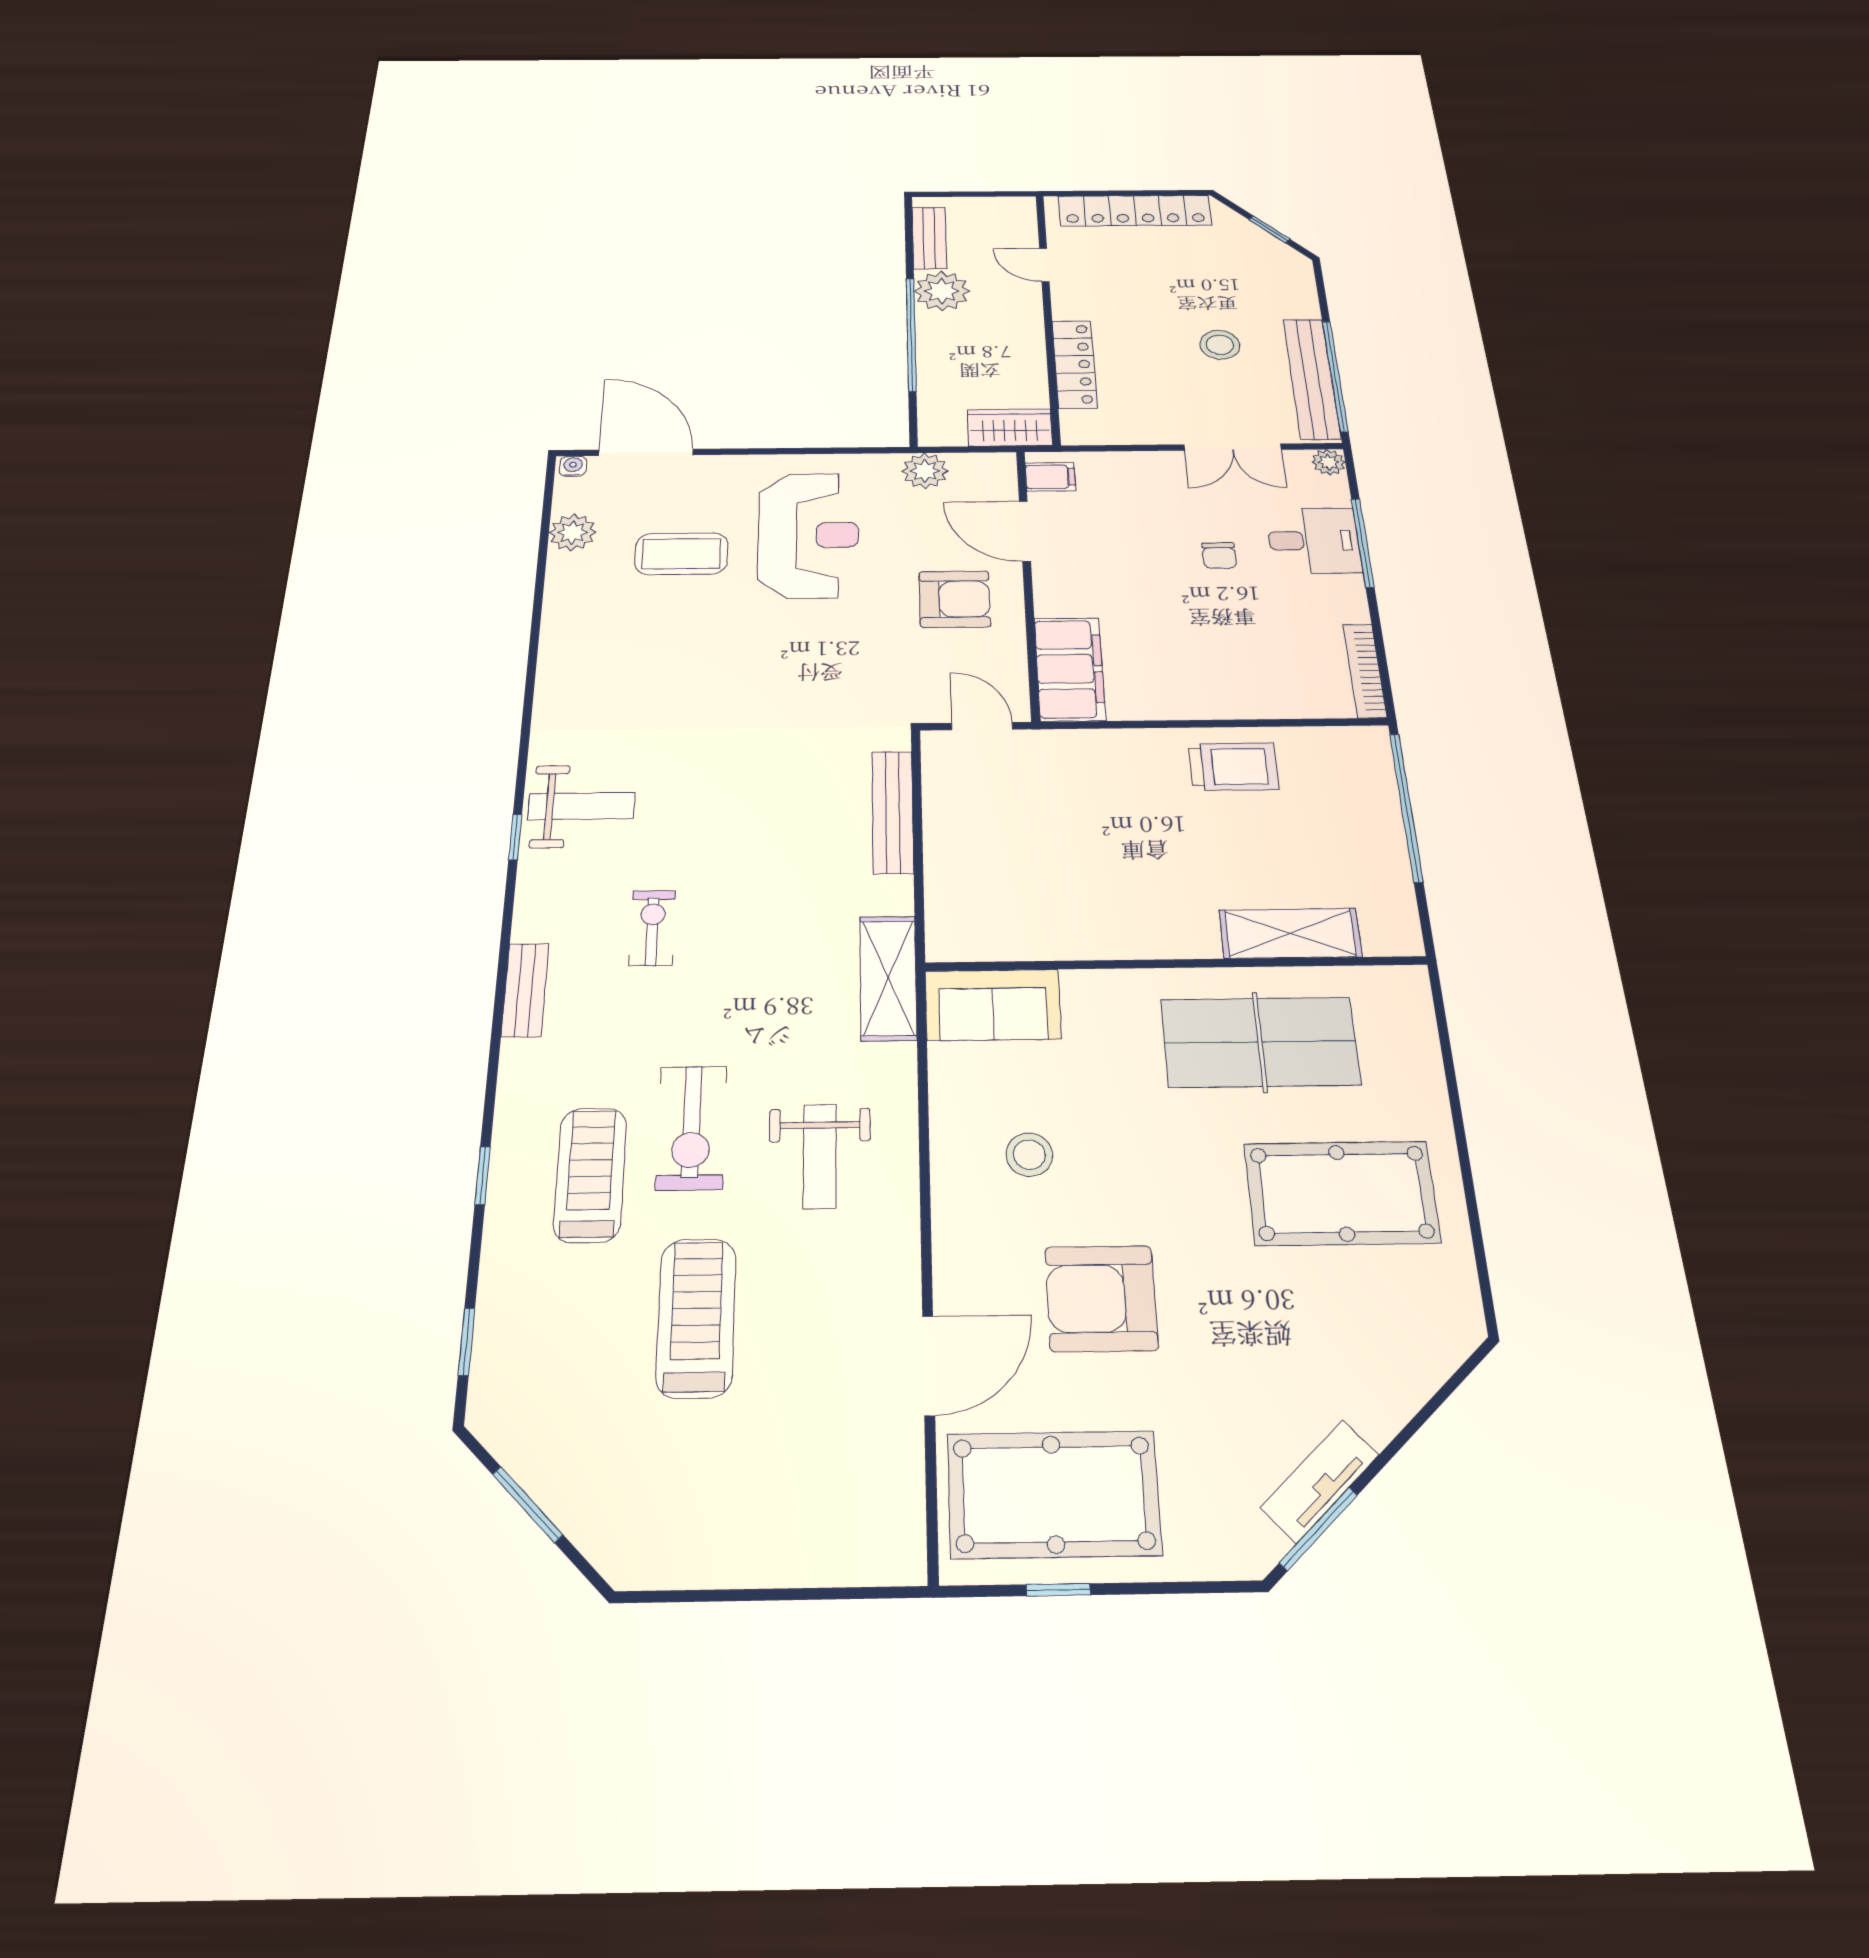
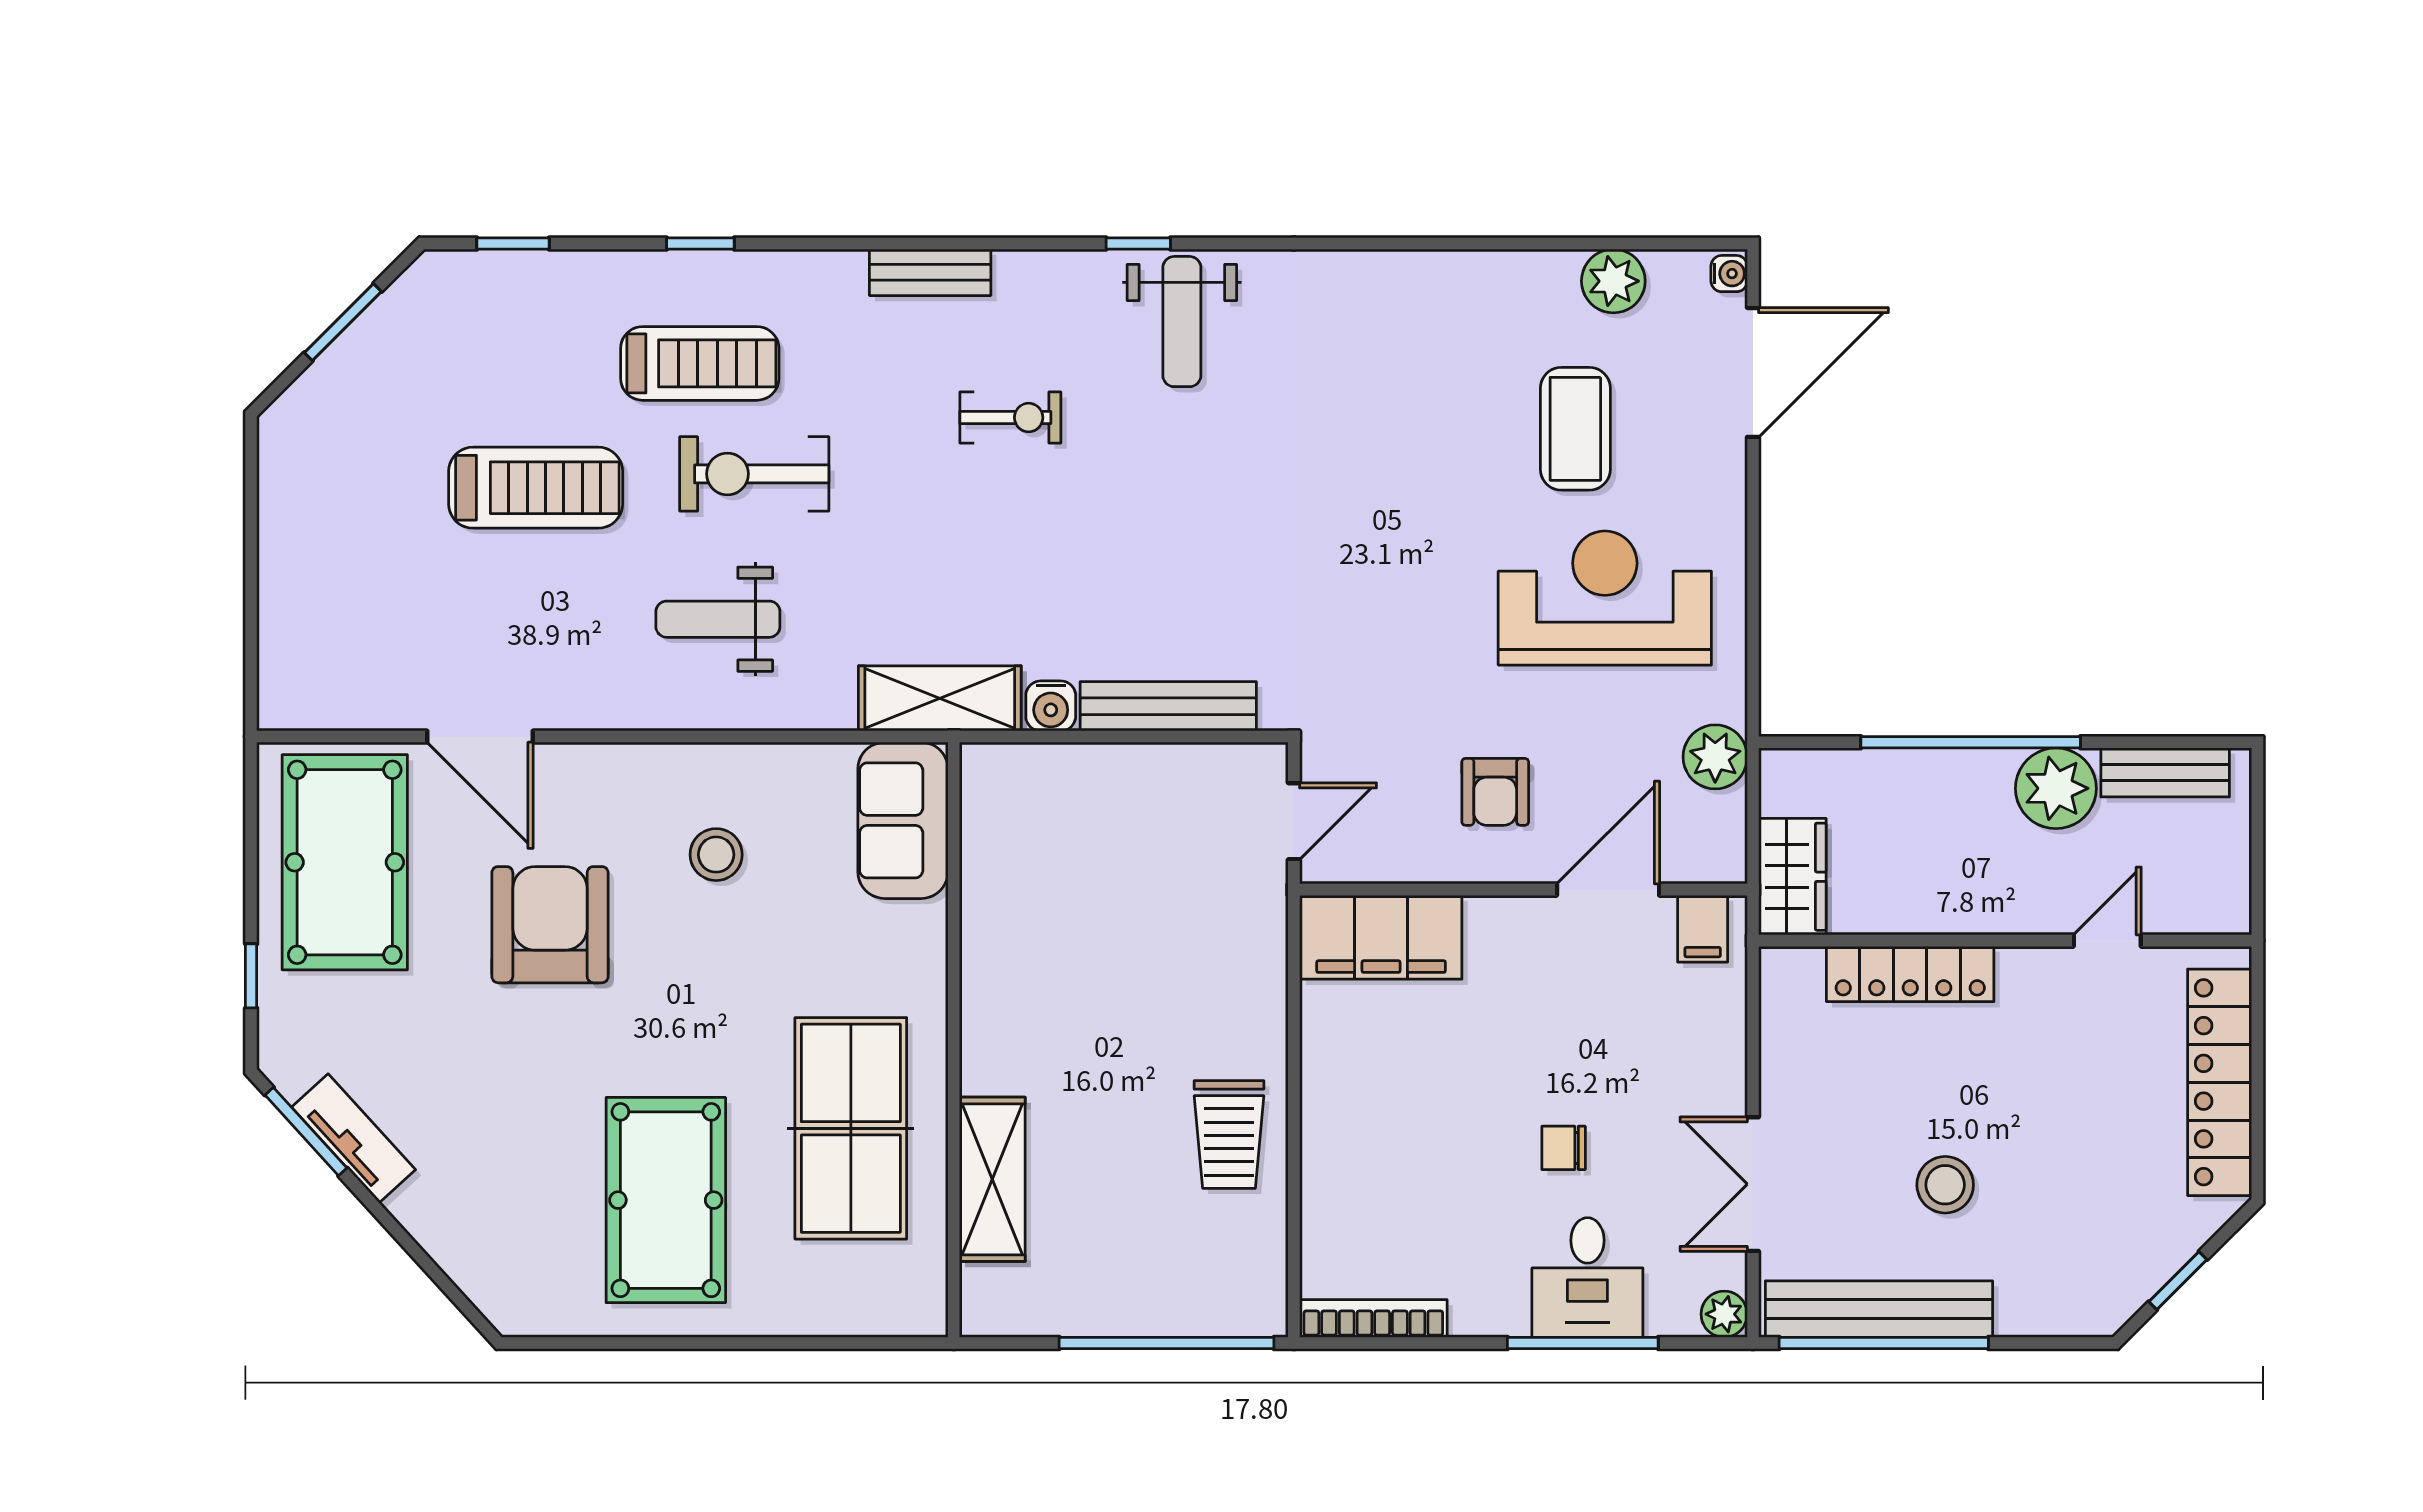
reception desk: (808, 535) -> (1605, 598), turned 180
armchair: (955, 599) -> (1495, 792), width x0.72, depth x0.72
water cooler: (894, 895) -> (1051, 706), added
window: (1058, 1590) -> (251, 976), moved

